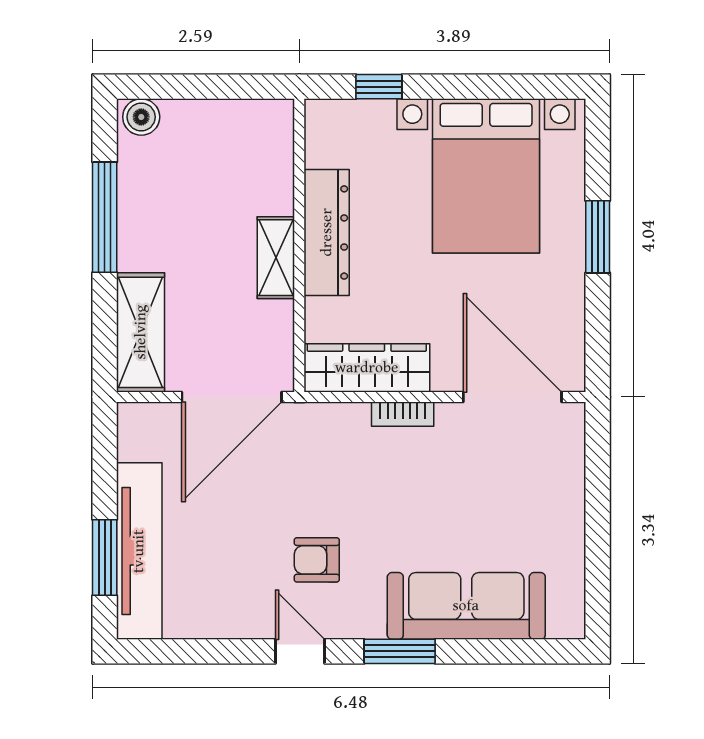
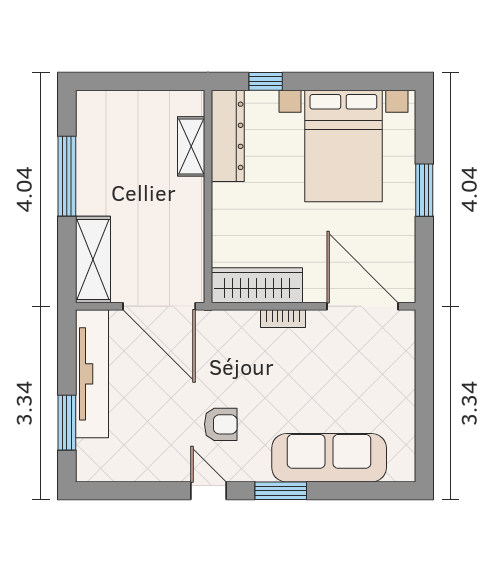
boiler: (141, 117) -> (93, 103), removed
dresser: (327, 232) -> (228, 136), moved
shelving: (276, 258) -> (191, 146), moved
door: (232, 397) -> (159, 306), hinge flipped
tv unit: (139, 551) -> (92, 374), moved
armchair: (317, 560) -> (221, 424), turned 180

